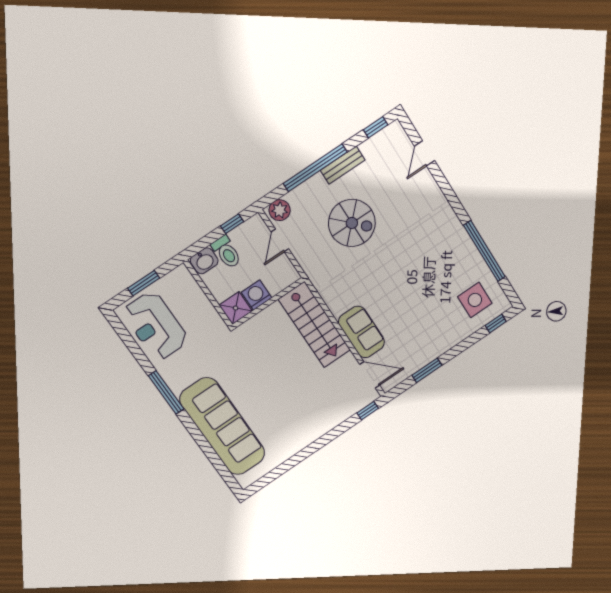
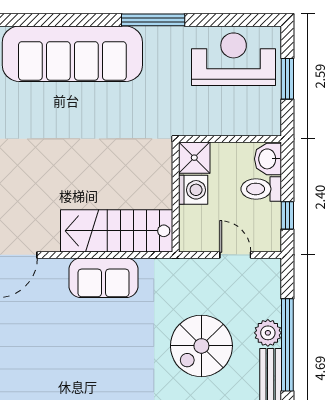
plant: (280, 210) -> (268, 333), moved
sofa: (362, 332) -> (104, 278), moved

